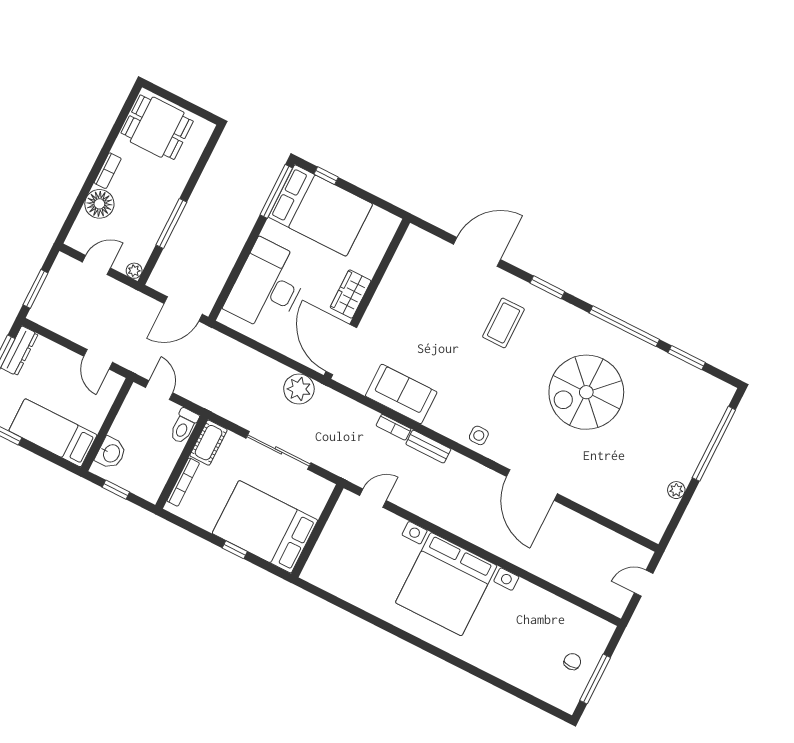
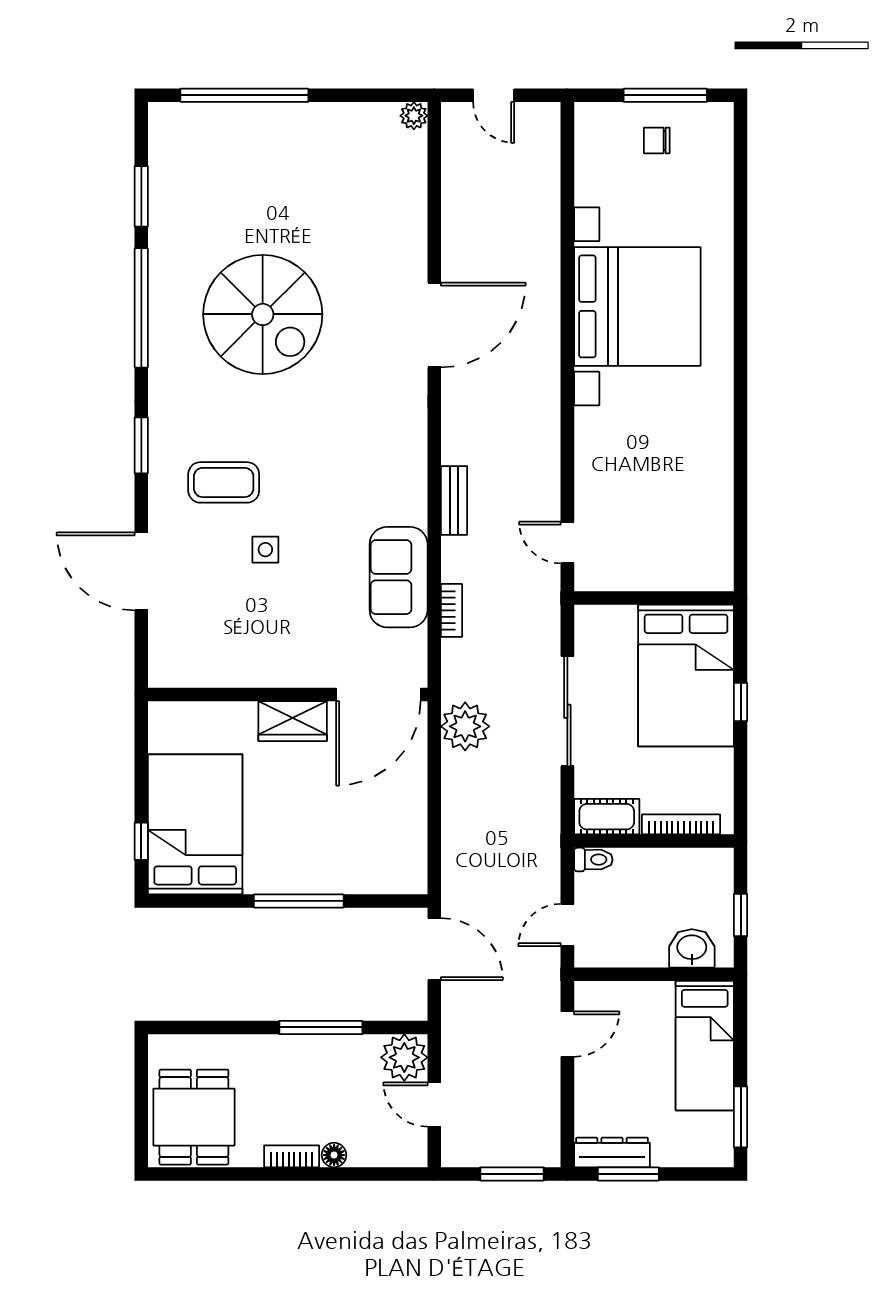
window: (276, 191) -> (299, 901), moved
floor lamp: (99, 204) -> (334, 1155), width x0.53, depth x0.53
plant: (134, 271) -> (404, 1057), width x1.88, depth x1.88
desk: (268, 286) -> (341, 845), removed
toilet: (184, 426) -> (593, 860), width x0.73, depth x0.72
bookcase: (394, 427) -> (452, 610), moved
side table: (479, 435) -> (265, 550), moved
plant: (676, 490) -> (414, 116), moved
bed with nightstands: (446, 584) -> (637, 306), moved

